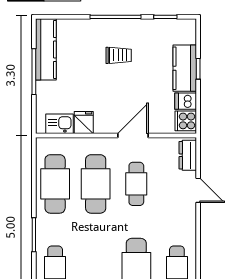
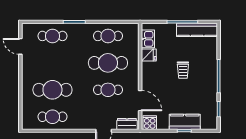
trolley: (119, 55) -> (183, 70), moved
dishwasher: (186, 101) -> (163, 122), removed
door: (133, 135) -> (140, 101), moved
cafe table: (55, 184) -> (108, 36), width x0.73, depth x0.74

